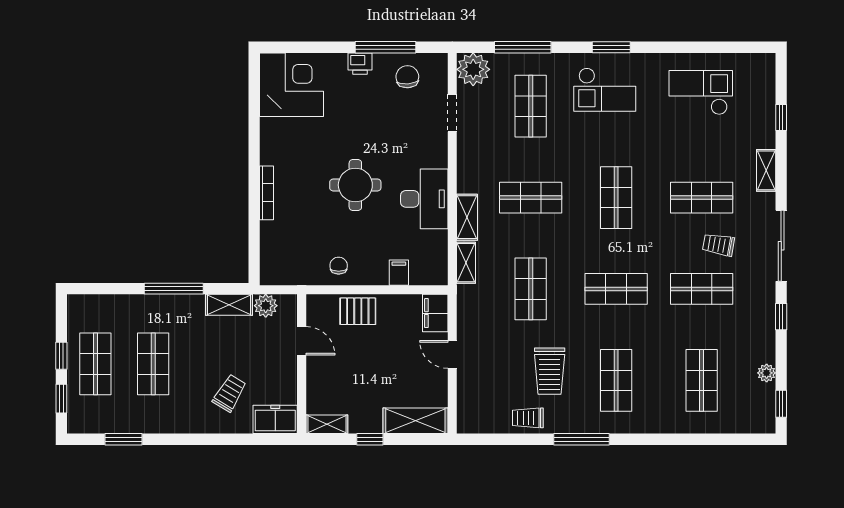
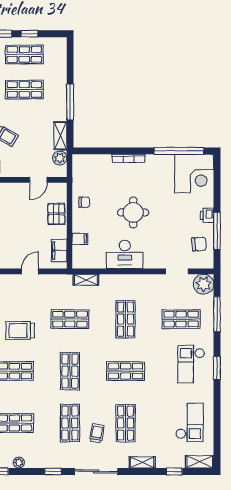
window: (254, 110) -> (179, 151), added
shelving: (467, 217) -> (200, 462), moved
filing cabinet: (435, 313) -> (59, 251), moved, turned -90

